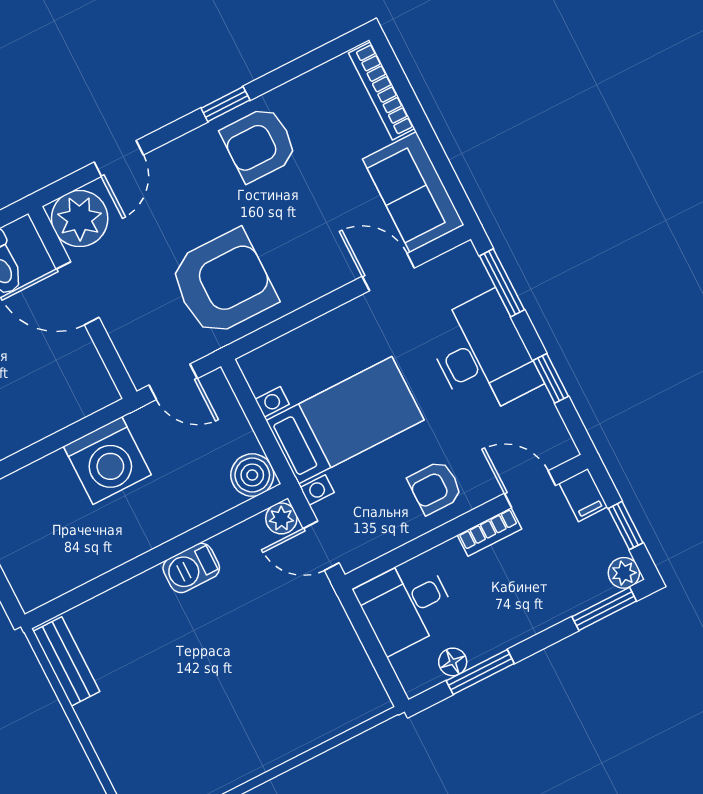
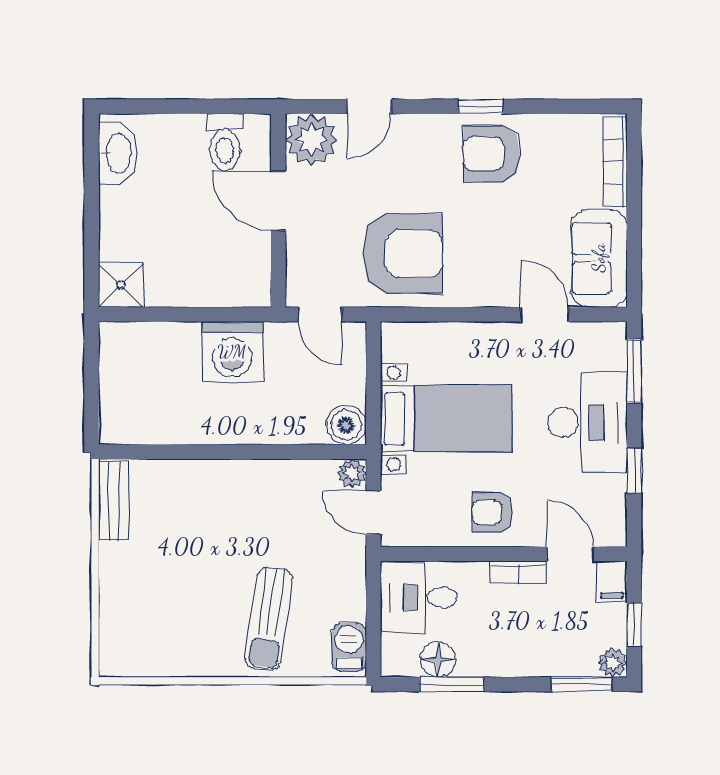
barbecue: (191, 568) -> (349, 647), moved, turned 90
floor lamp: (453, 662) -> (438, 660), width x1.37, depth x1.37
sun lounger: (273, 699) -> (269, 619), added

